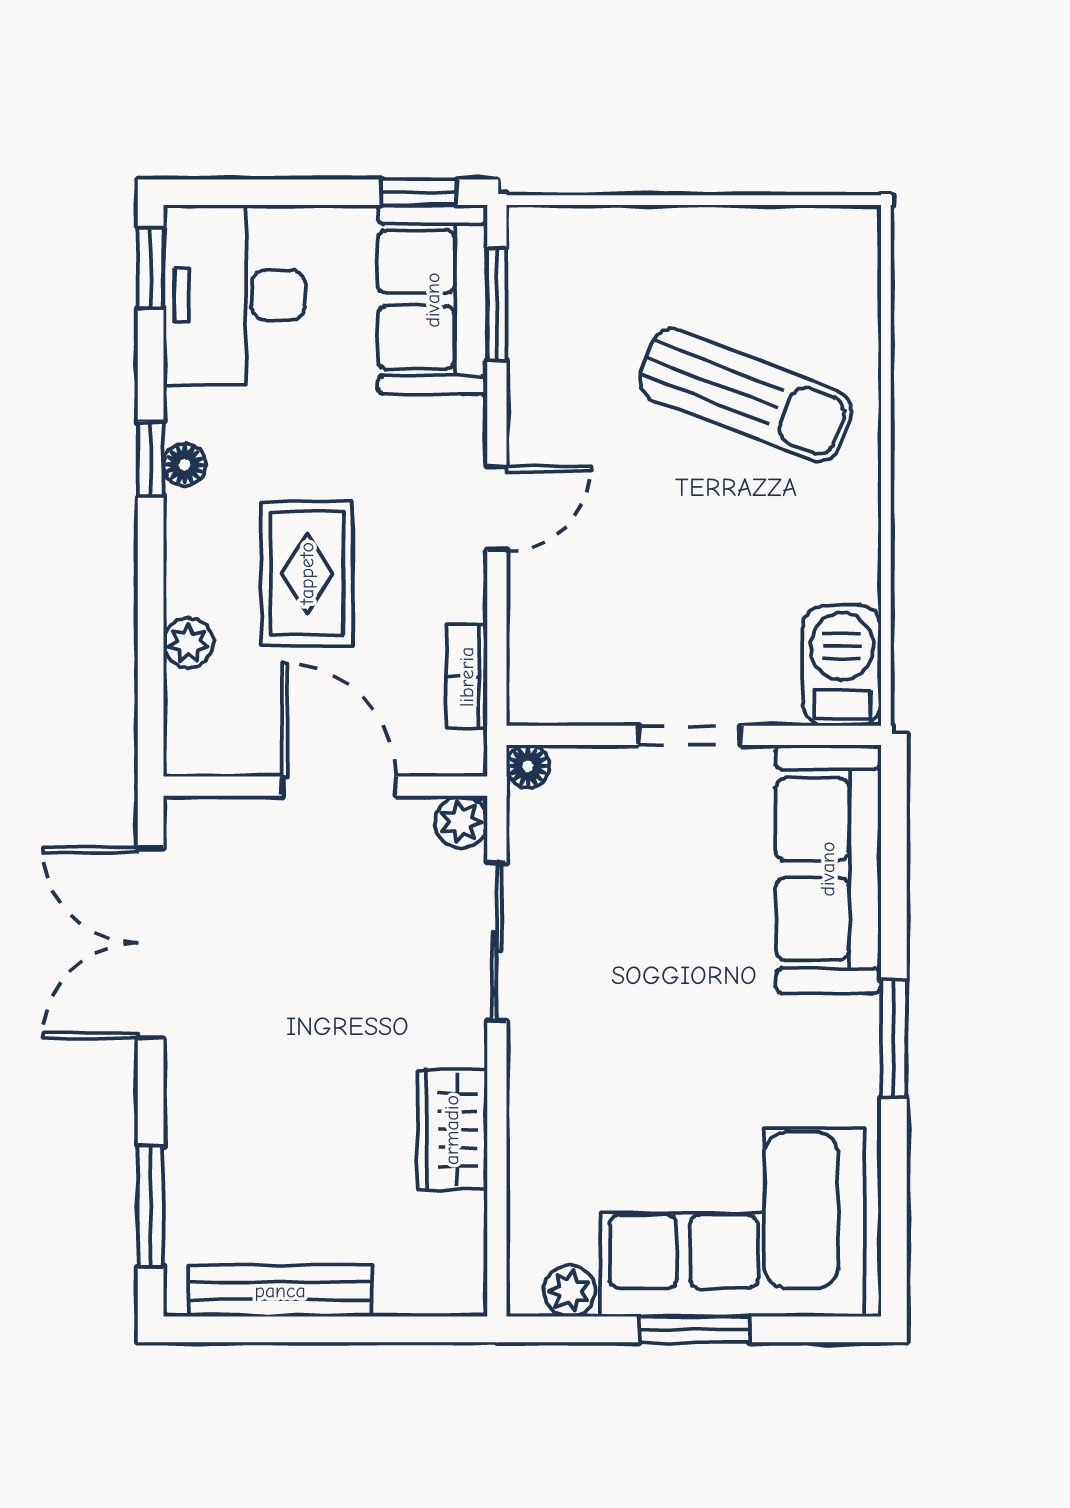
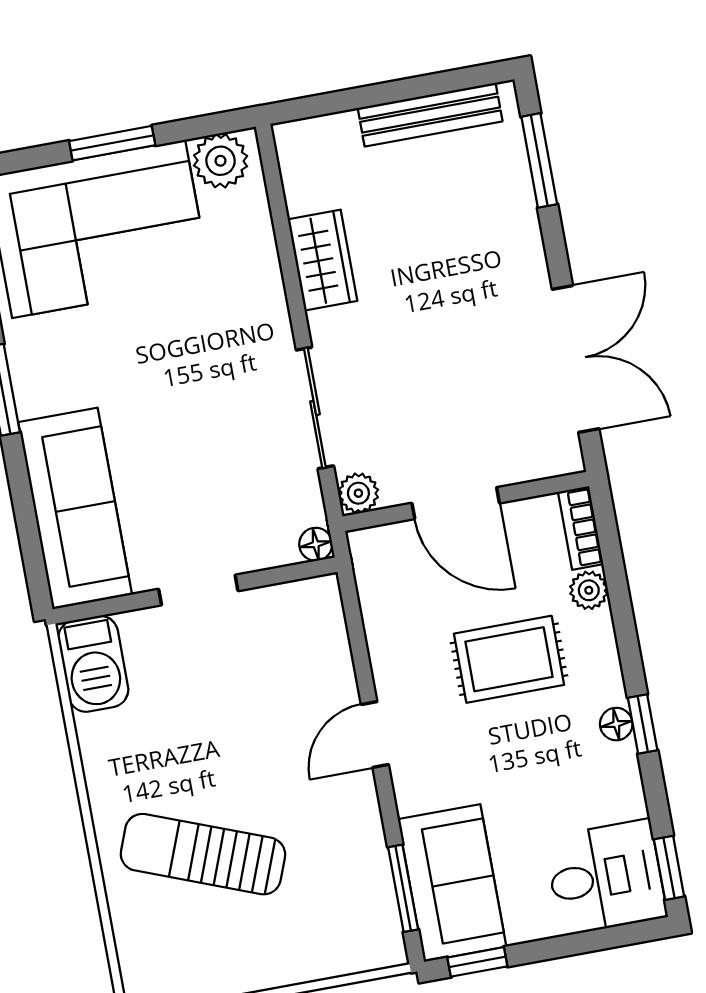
desk: (234, 295) -> (606, 877), width x0.73
rug: (307, 573) -> (509, 659), turned 90
bookcase: (467, 677) -> (581, 528), moved, turned 180
plant: (569, 1291) -> (221, 161), width x1.38, depth x1.38

